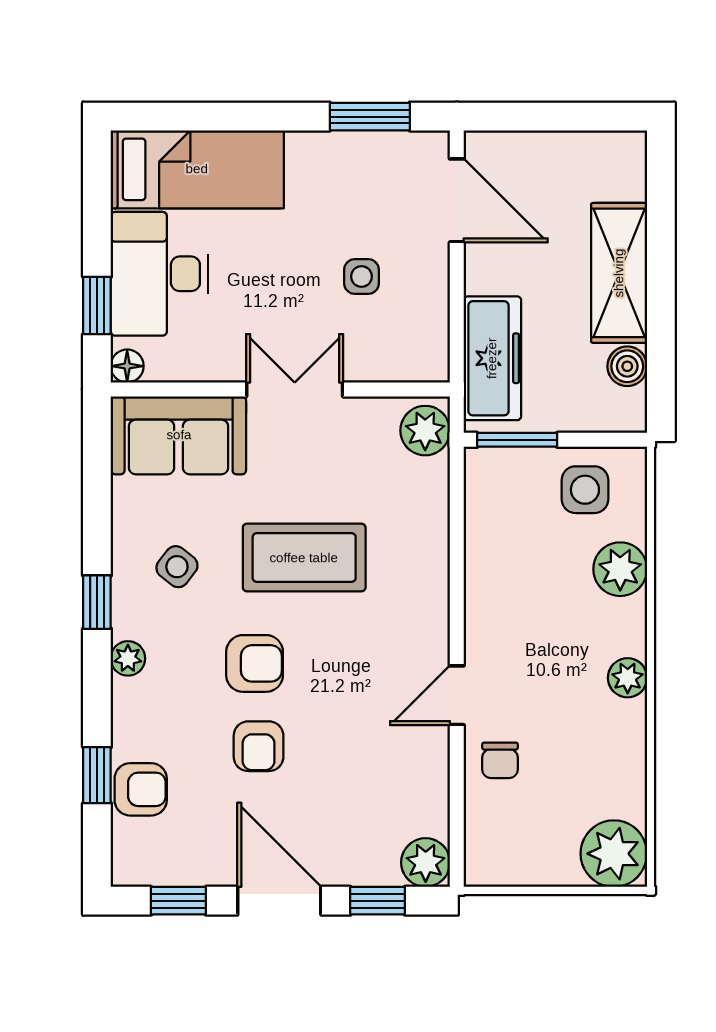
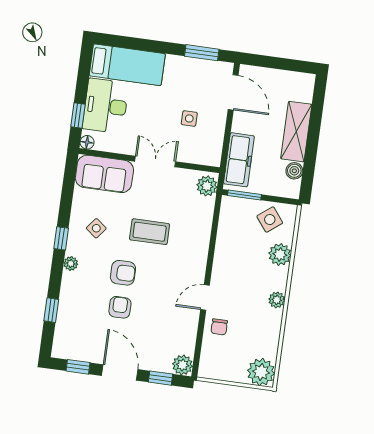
side table: (585, 490) -> (270, 220), turned -38
coffee table: (304, 558) -> (150, 232), width x0.73, depth x0.76
armchair: (259, 746) -> (120, 307), turned 180
armchair: (141, 789) -> (69, 319), removed

